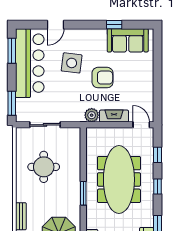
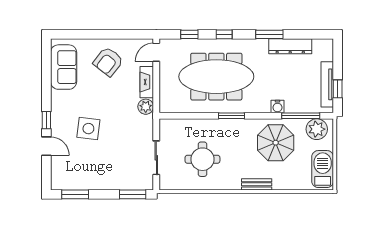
window: (114, 25) -> (46, 120), moved
bar counter: (30, 63) -> (89, 175), removed
armchair: (103, 78) -> (108, 62), moved, turned -142

